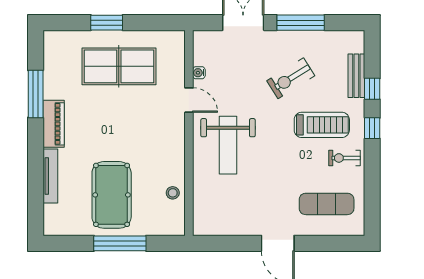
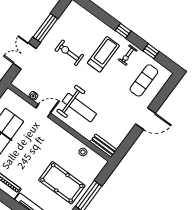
bench: (356, 76) -> (103, 146), moved
exercise bike: (291, 78) -> (69, 53), turned 122
window: (372, 89) -> (151, 51), moved

